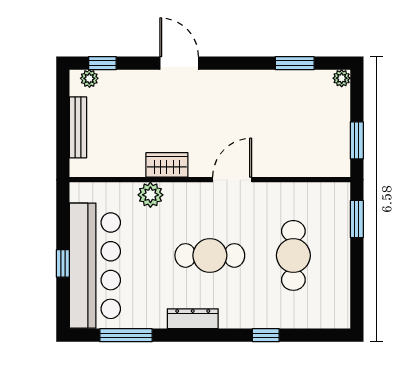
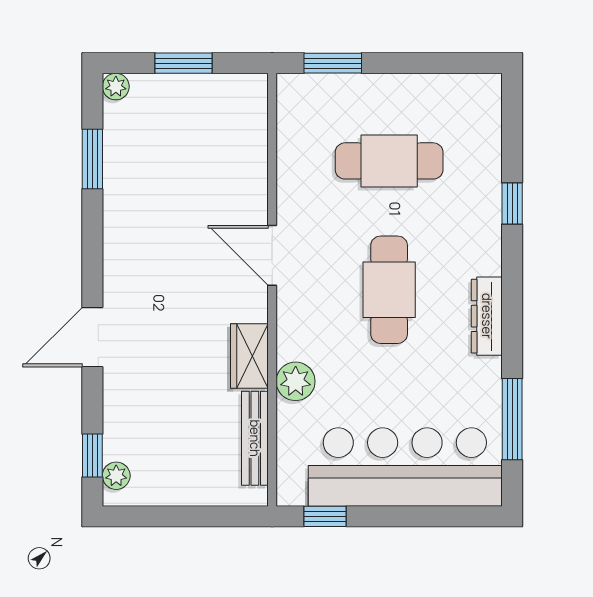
bench: (78, 127) -> (255, 438), moved, turned 90
window: (357, 140) -> (183, 63), moved
window: (63, 263) -> (325, 516), moved

